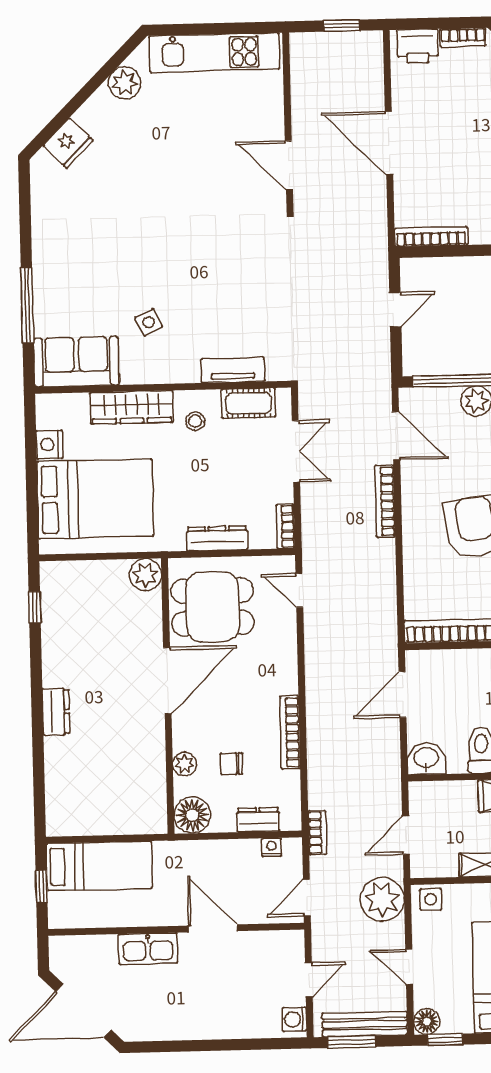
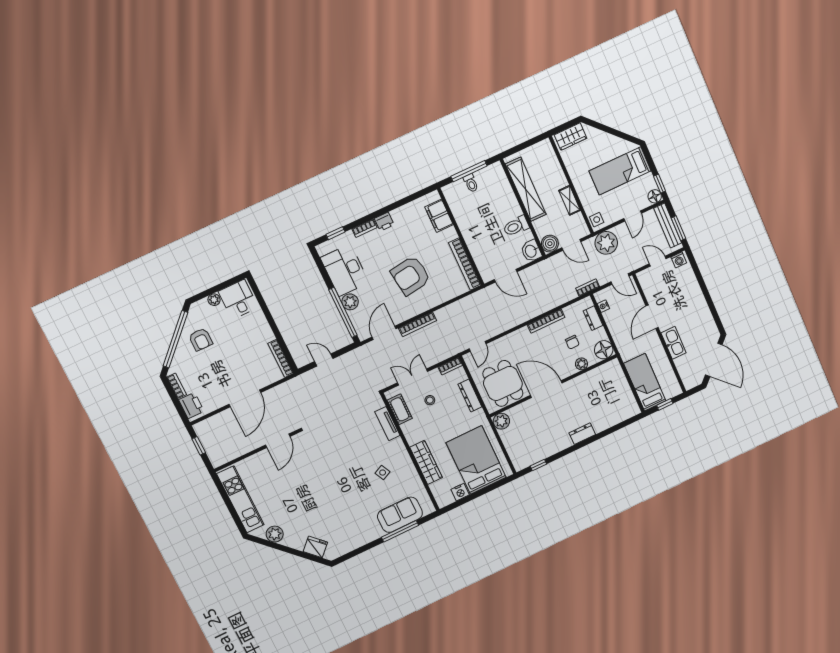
sofa: (76, 362) -> (400, 515), moved, turned 90
stool: (195, 421) -> (430, 400), moved
boiler: (425, 798) -> (550, 244), added

